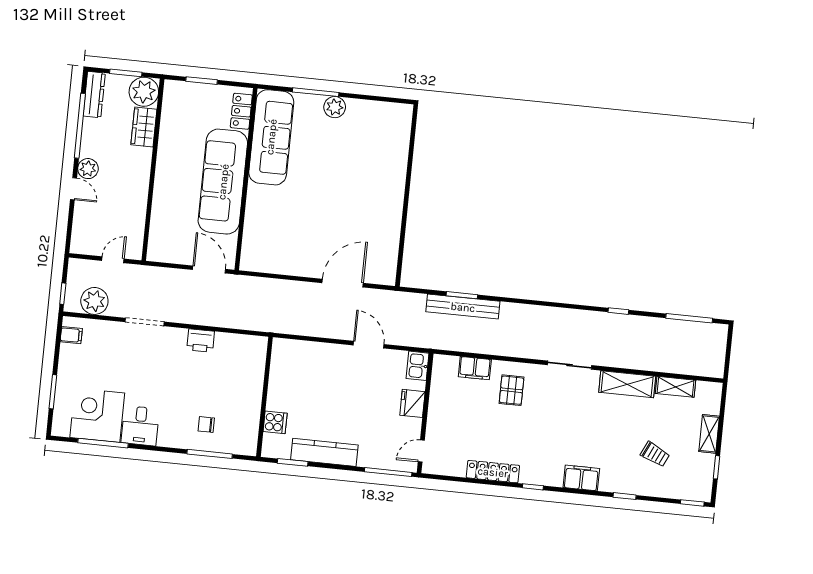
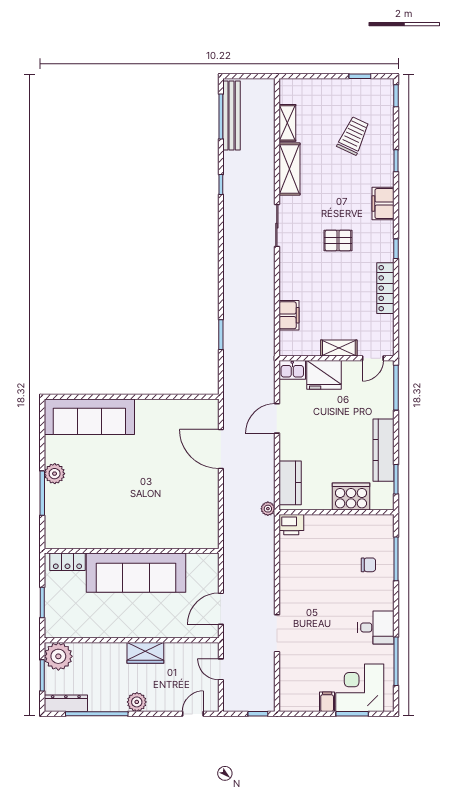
wardrobe: (144, 127) -> (145, 653), moved
sofa: (271, 137) -> (89, 417), moved, turned 180
door: (73, 189) -> (193, 714), moved
door: (209, 269) -> (221, 609), moved
plant: (94, 301) -> (268, 509), moved, width x0.53, depth x0.53
bench: (463, 307) -> (232, 116), moved
filing cabinet: (71, 335) -> (327, 702), moved
printer: (201, 341) -> (291, 525), moved, turned 90
kitchen counter: (300, 352) -> (290, 483), added
pallet: (512, 390) -> (338, 240), moved
fridge: (412, 403) -> (324, 375), width x1.36, depth x1.34
corner desk: (97, 415) -> (360, 688), moved, turned 90
cooker: (275, 422) -> (351, 497), width x1.87, depth x1.31
chair: (206, 424) -> (368, 565), turned -90
shelving: (709, 434) -> (339, 348), moved
door: (421, 451) -> (373, 358), hinge flipped
trolley: (655, 454) -> (353, 136), width x1.36, depth x1.39

